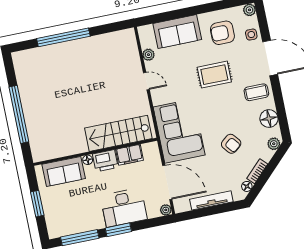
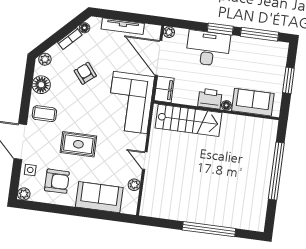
filing cabinet: (129, 155) -> (164, 89), moved, turned 90

